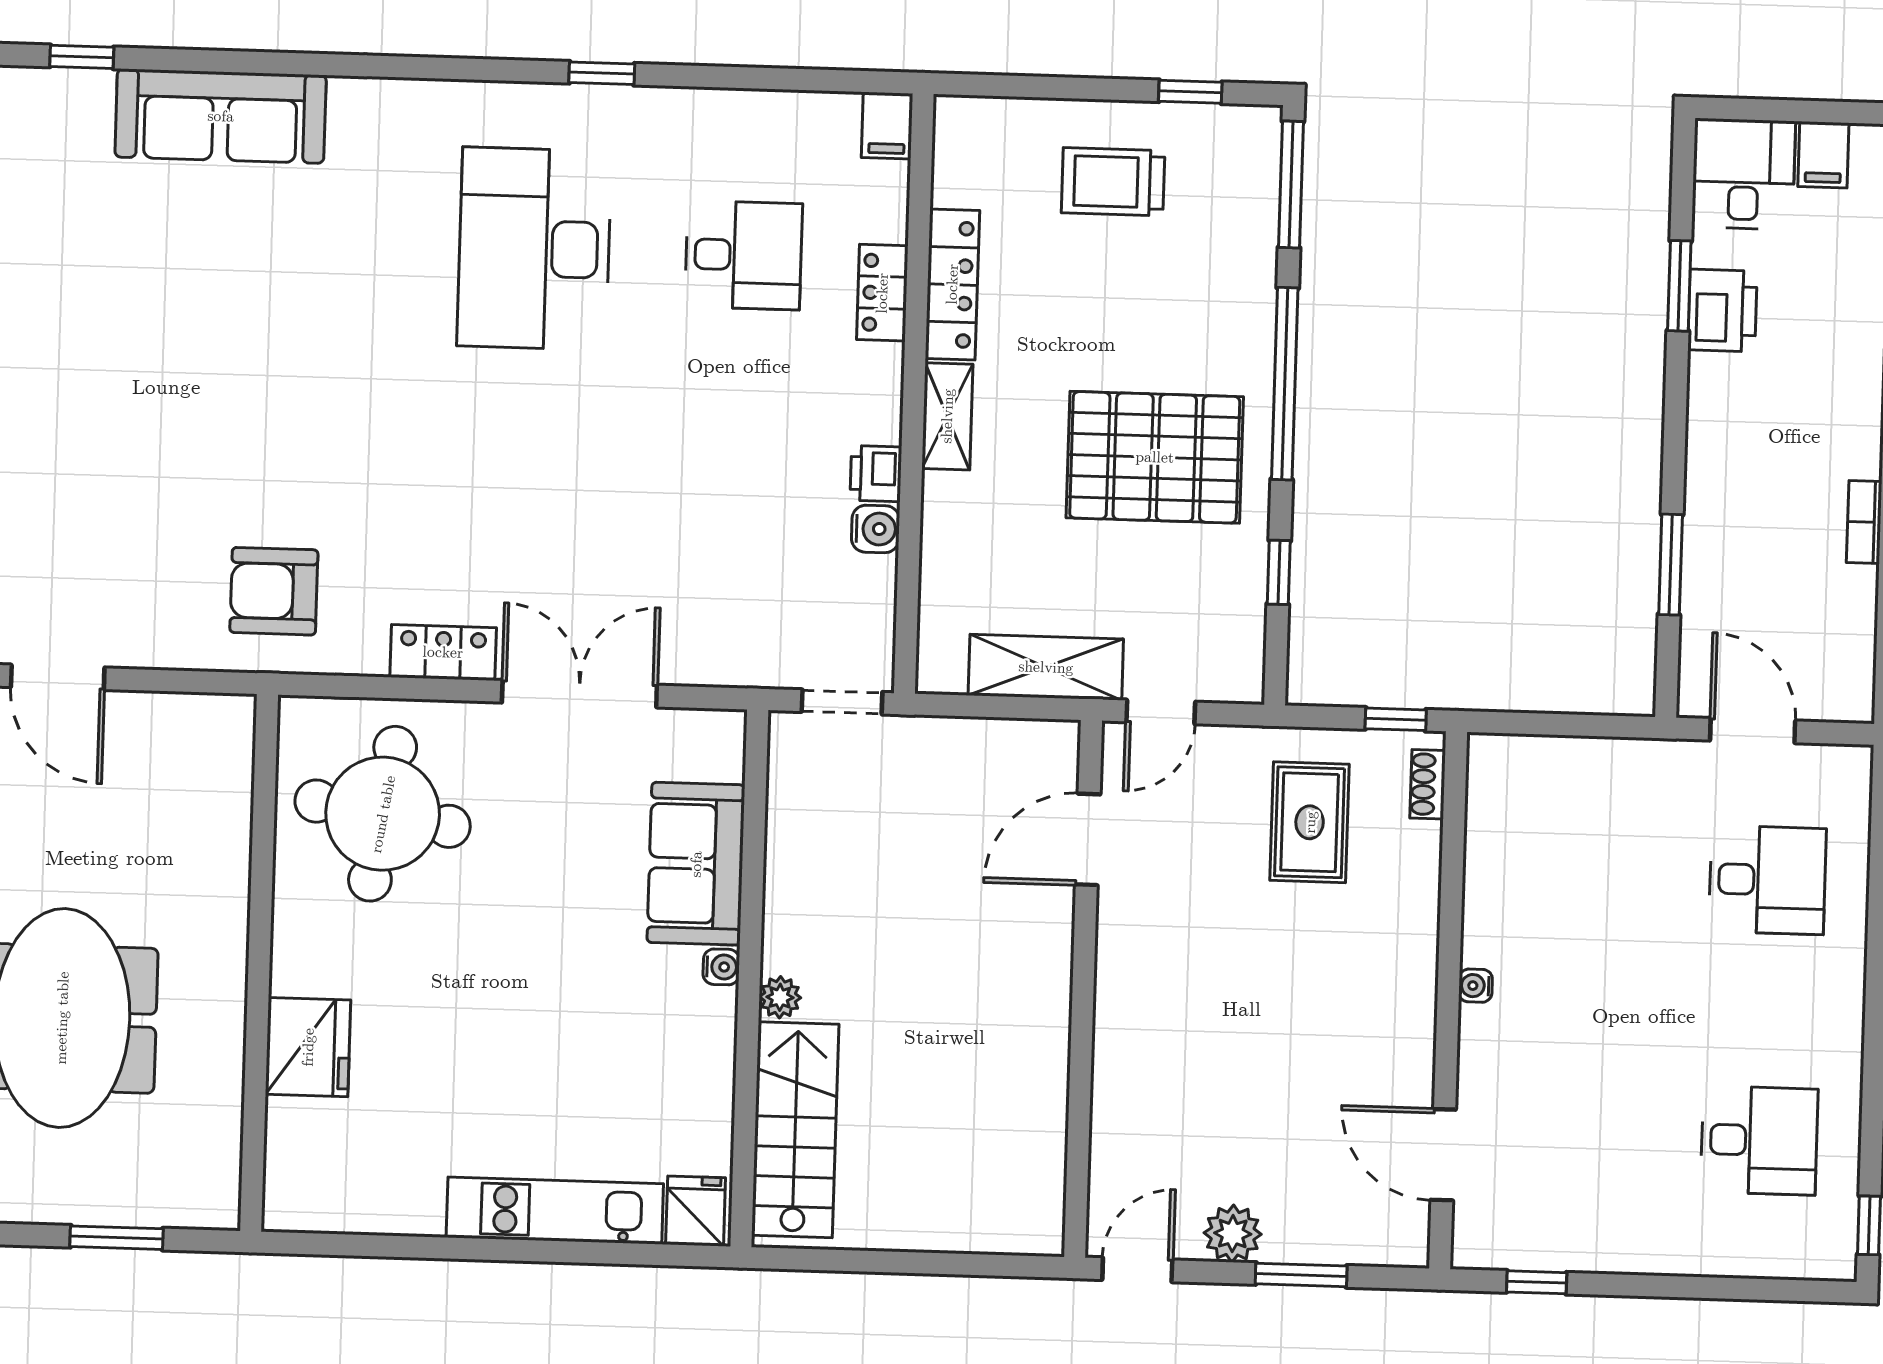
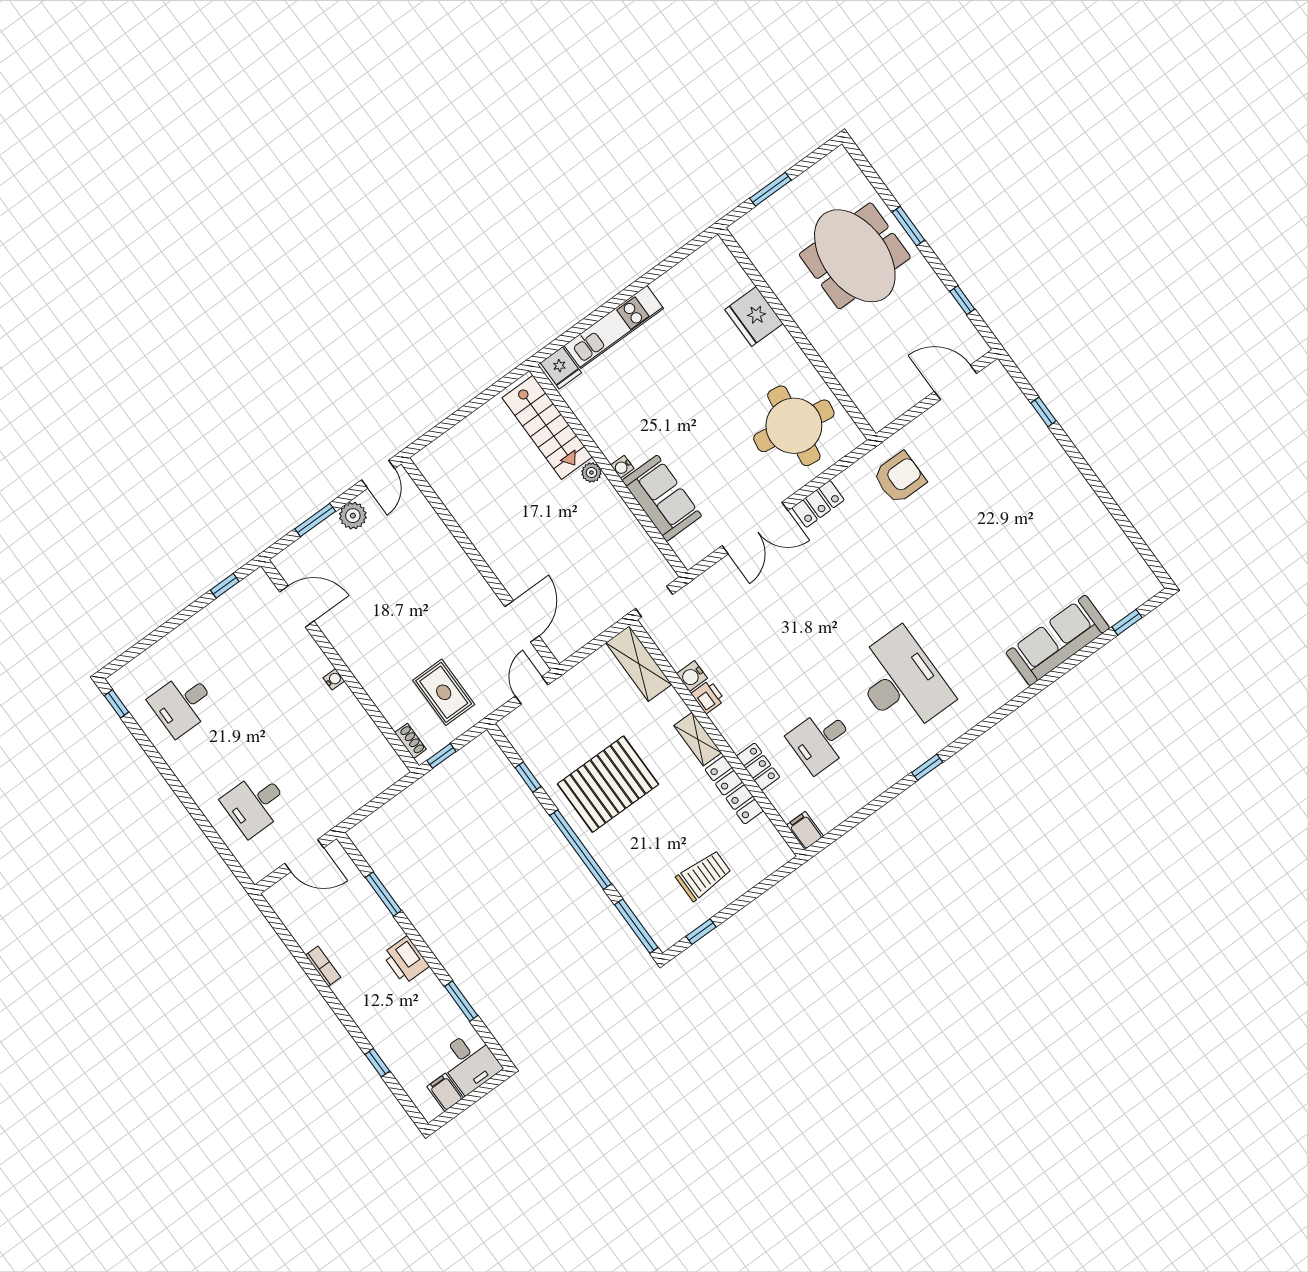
printer: (1722, 310) -> (406, 960), moved
shelving: (1046, 667) -> (639, 664), moved, turned 90

